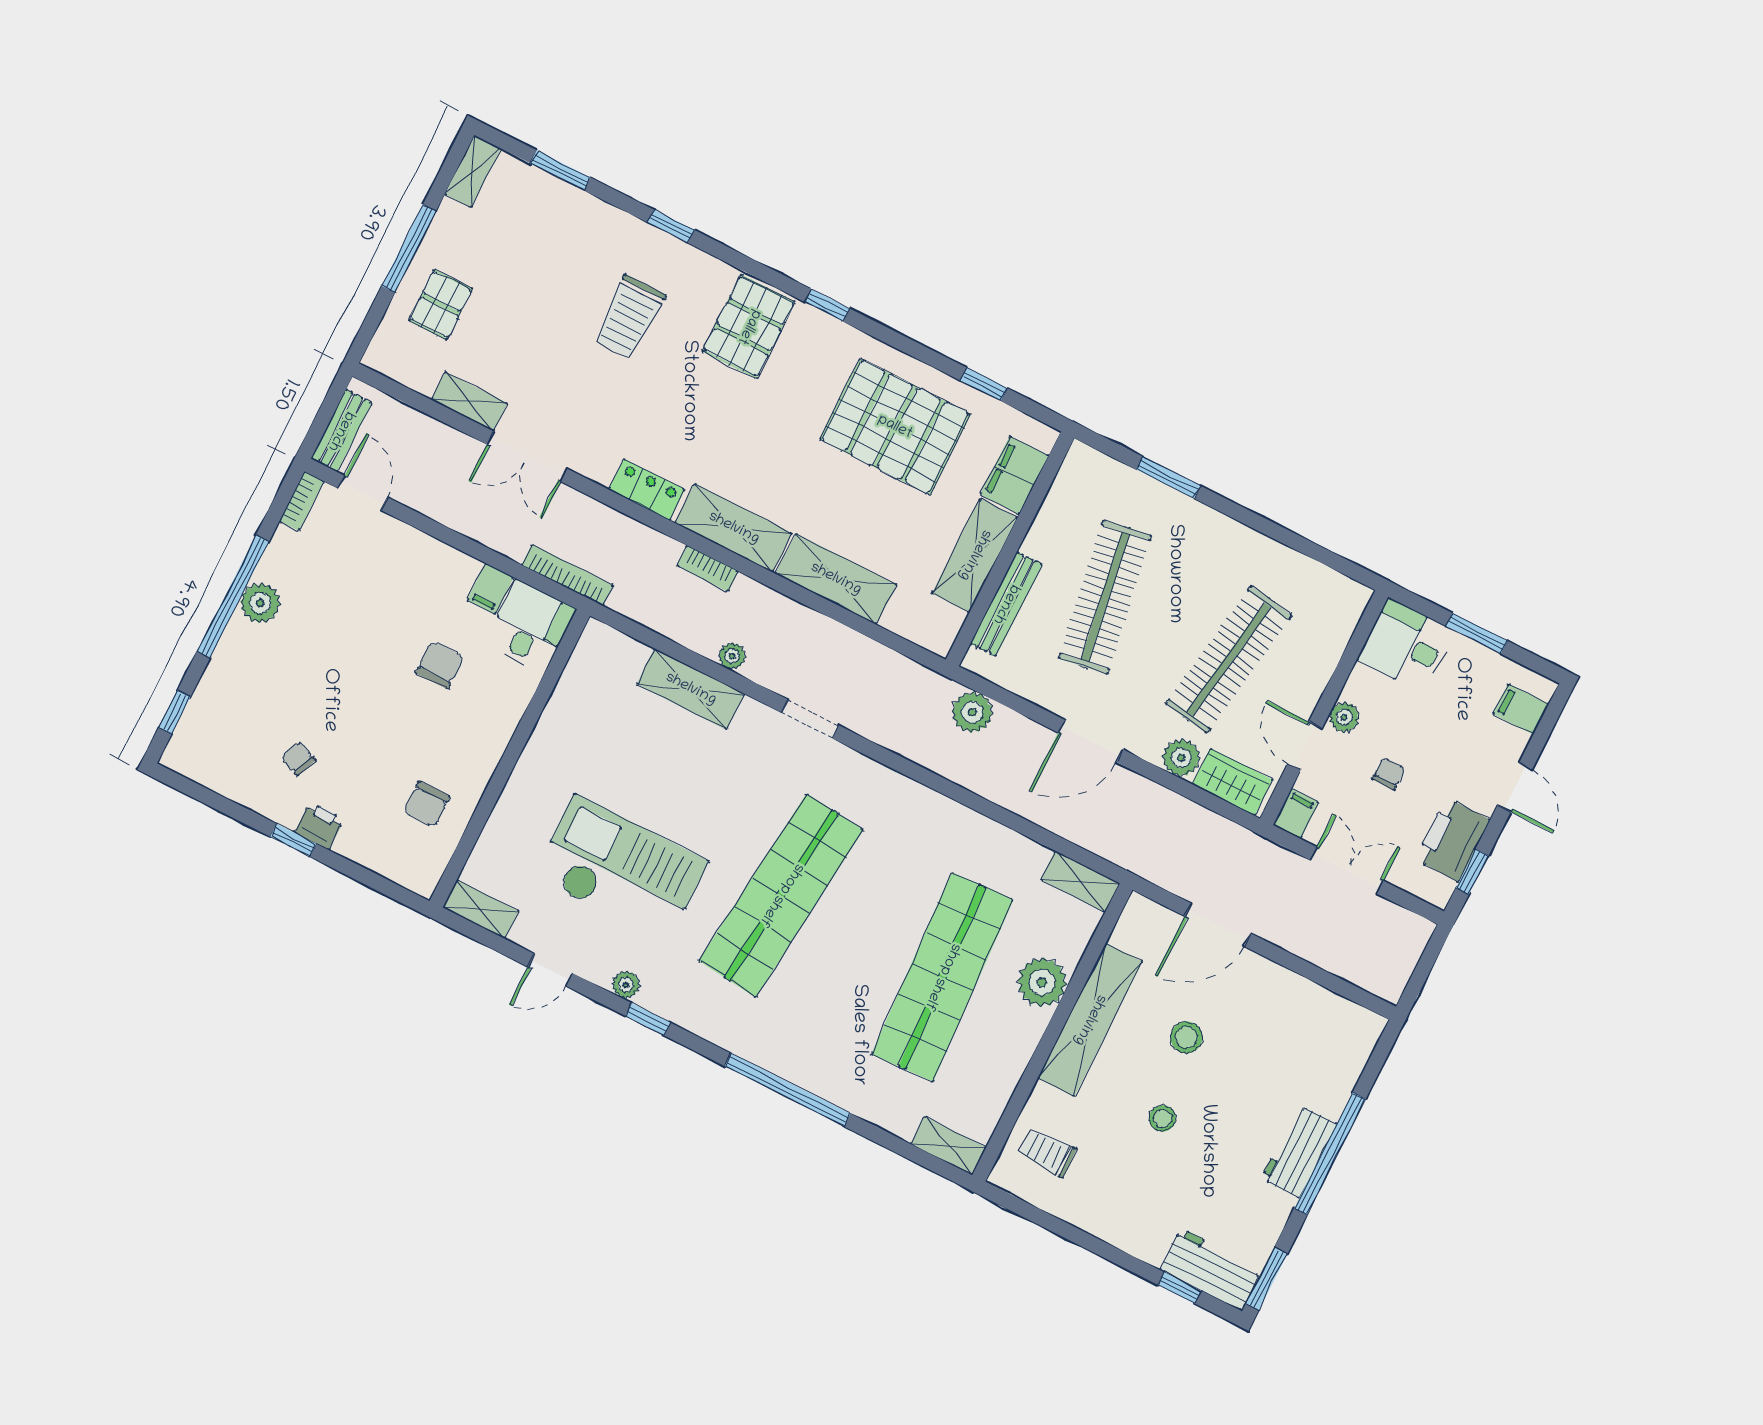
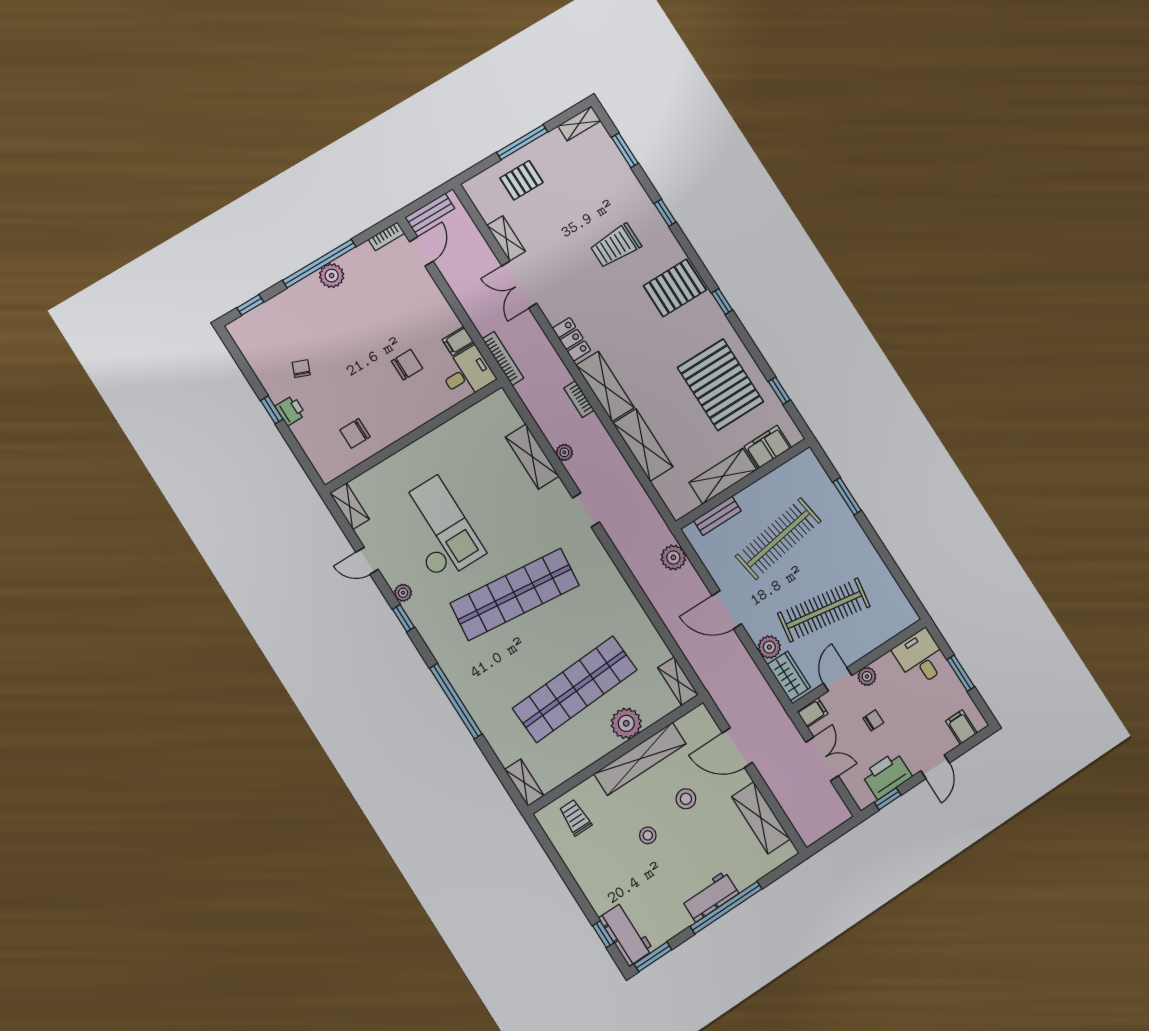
bench: (1006, 604) -> (718, 516), width x0.73
shelving: (1307, 1003) -> (761, 818), added

